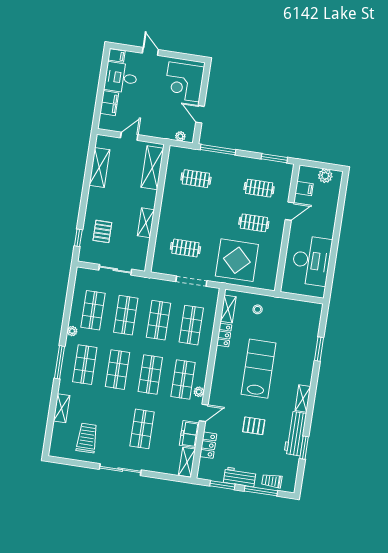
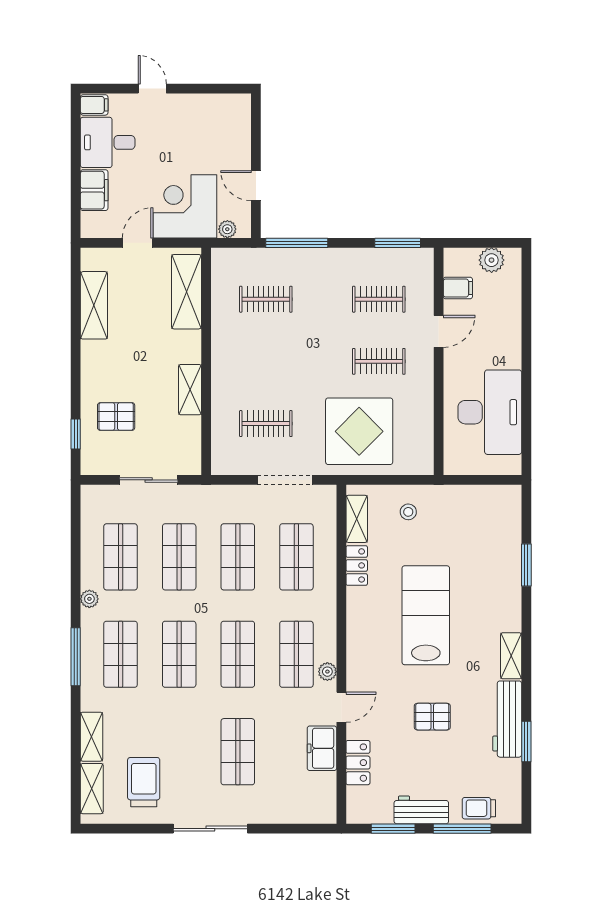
corner desk: (184, 82) -> (185, 206), moved, turned 90
pallet: (102, 231) -> (116, 416), turned 90
shelving: (187, 462) -> (92, 789), moved

